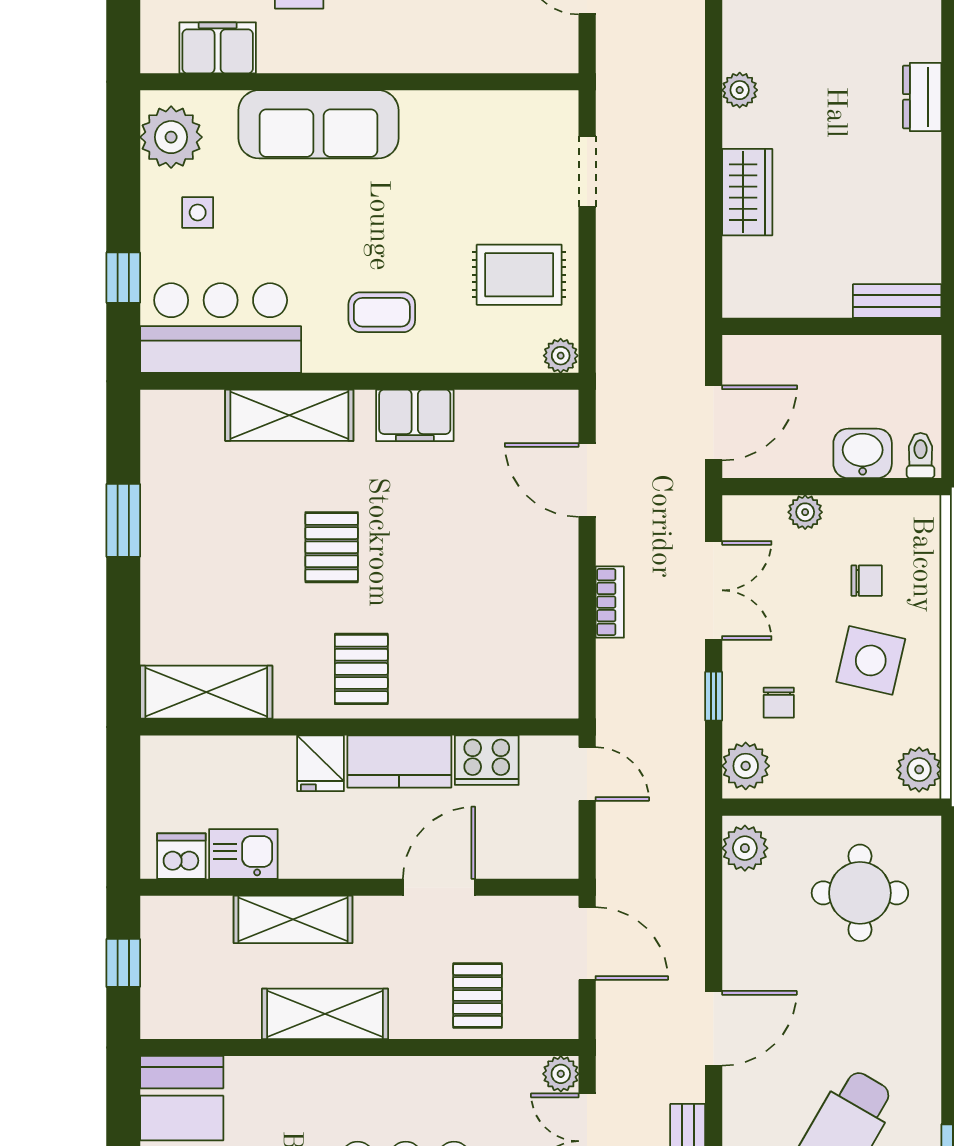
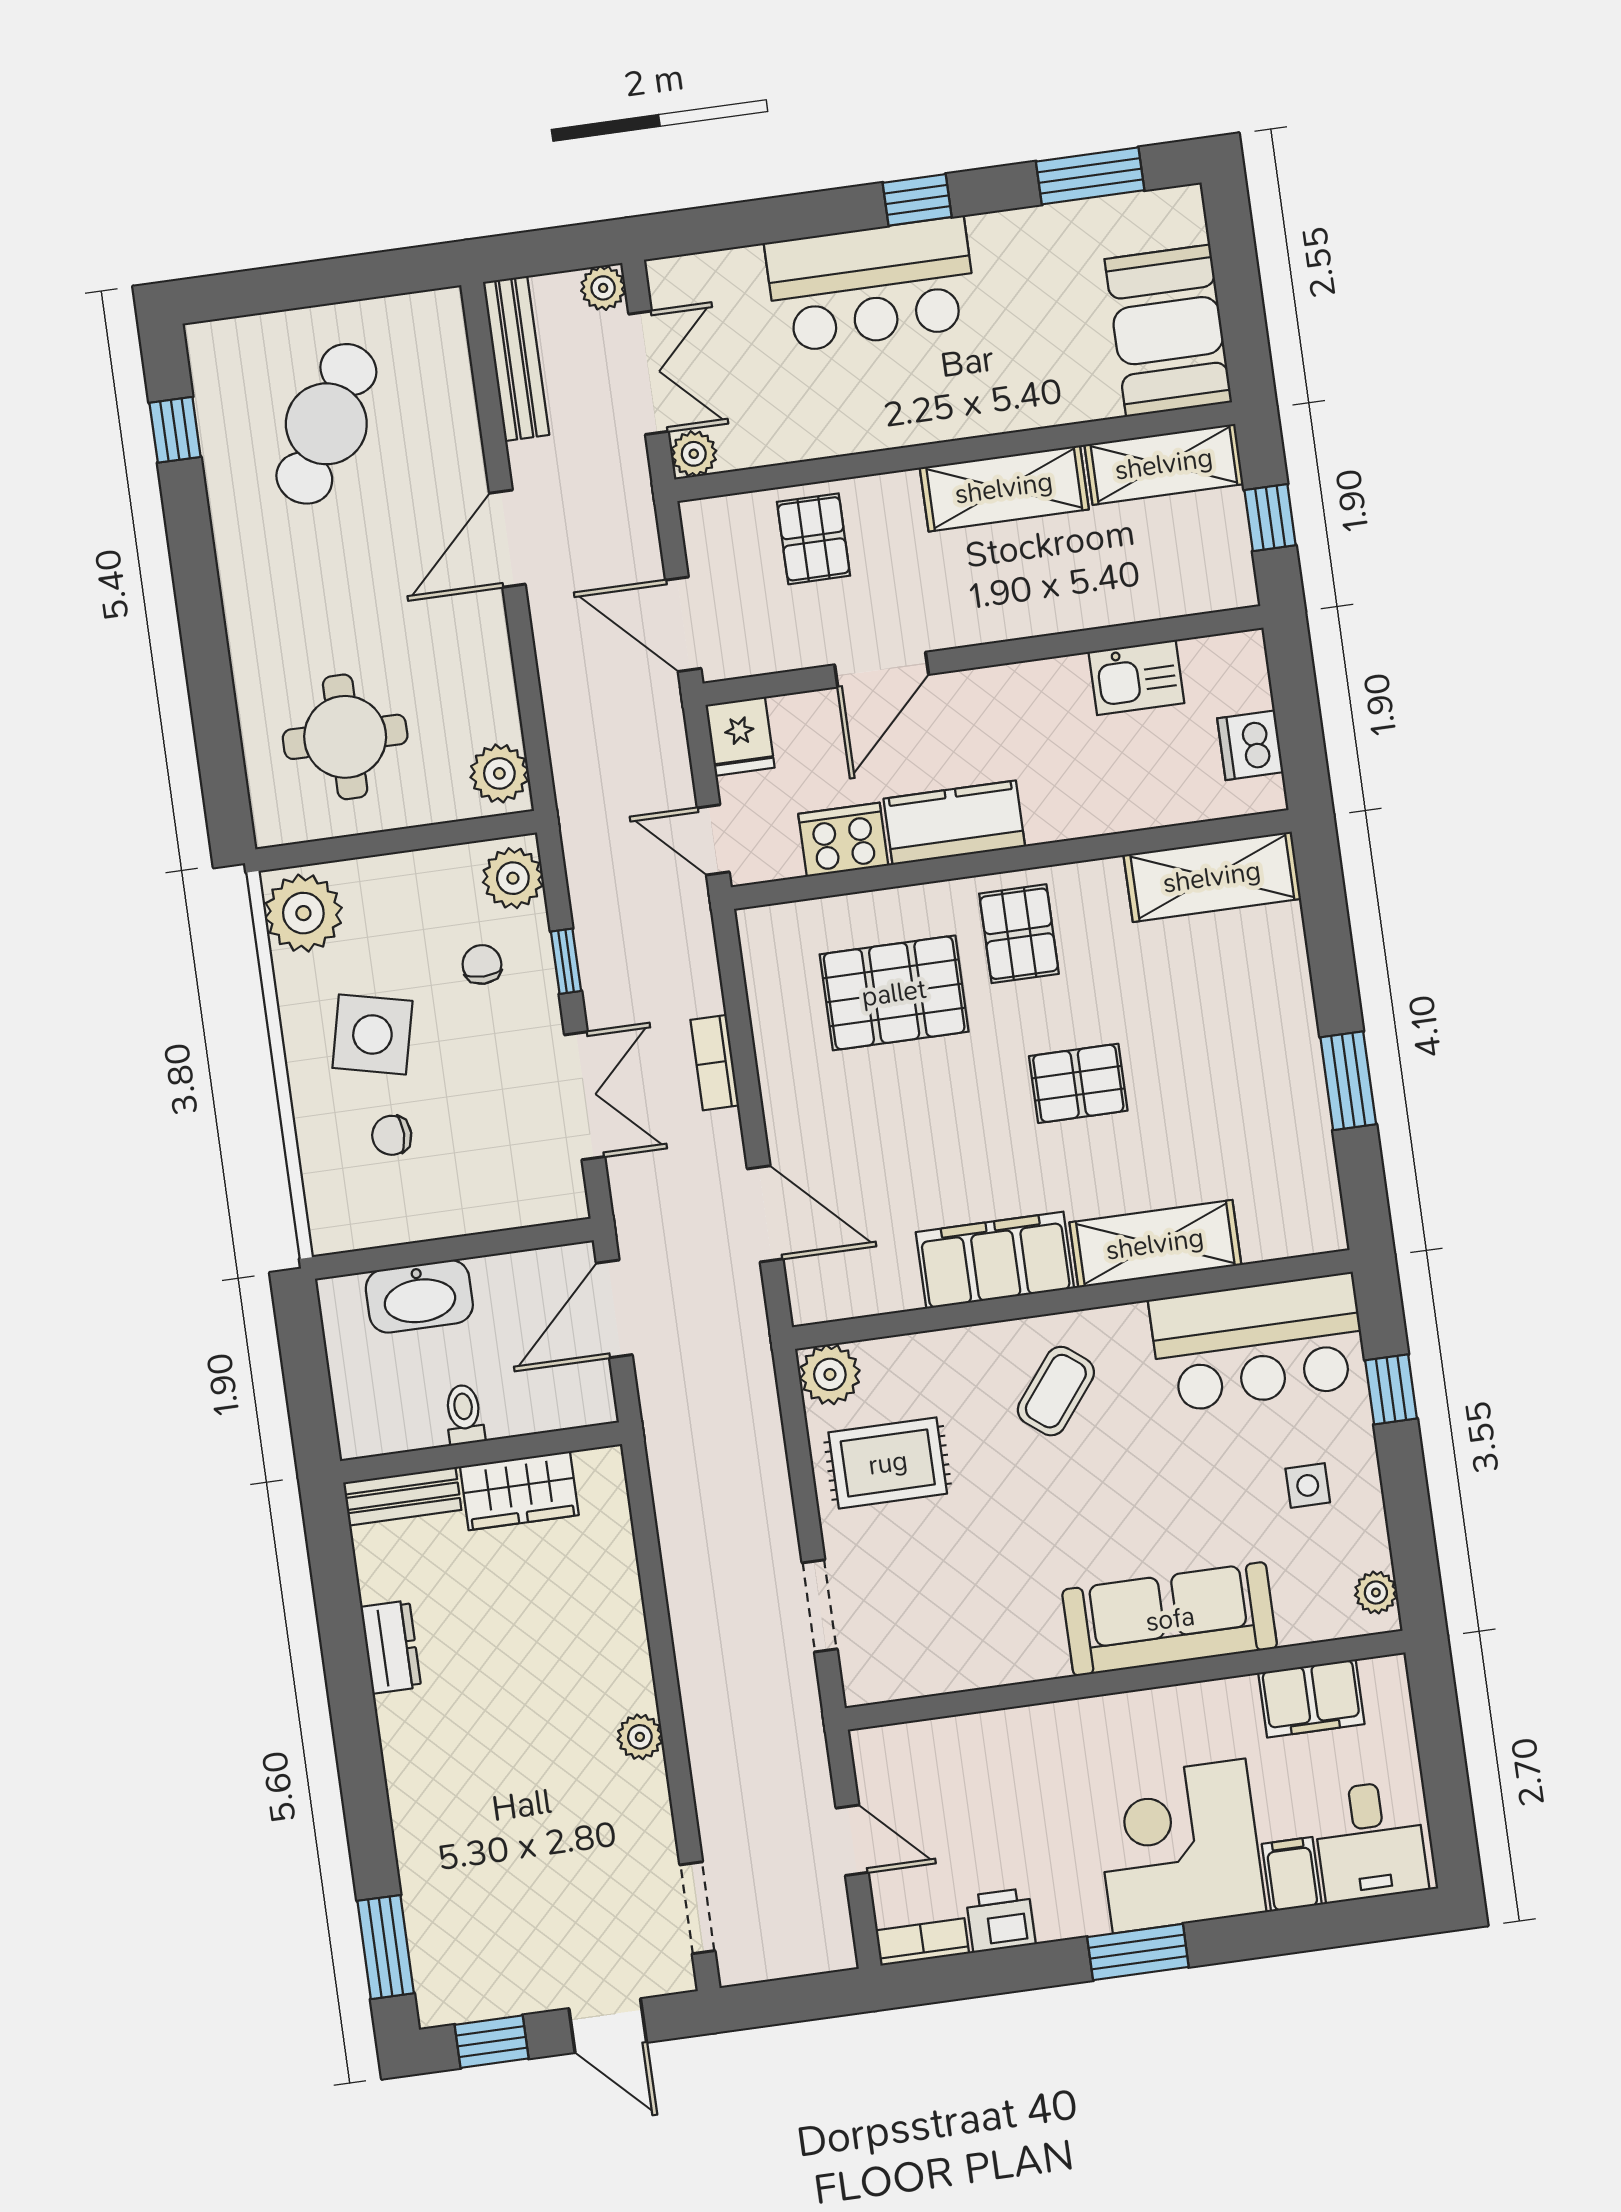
dresser: (922, 97) -> (391, 1647), moved
plant: (171, 137) -> (1376, 1593), width x0.53, depth x0.53
wardrobe: (747, 192) -> (519, 1491), moved, turned -90
coffee table: (382, 312) -> (1056, 1391), turned -52
plant: (561, 356) -> (830, 1374), width x1.38, depth x1.38
filing cabinet: (415, 415) -> (995, 1260), width x1.50, depth x1.17
washbasin: (863, 453) -> (419, 1296), width x1.38
toilet: (921, 455) -> (464, 1414), moved, turned 180
plant: (805, 512) -> (482, 1211), removed
pallet: (332, 547) -> (1078, 1083), turned 90
double door: (714, 590) -> (585, 1096), swing flipped
pallet: (464, 637) -> (894, 993), added
fridge: (321, 763) -> (740, 736), moved, turned 180
plant: (919, 770) -> (303, 913), width x1.36, depth x1.36
dishwasher: (181, 856) -> (1250, 745), moved, turned 90
shelving: (293, 919) -> (1164, 464), moved

